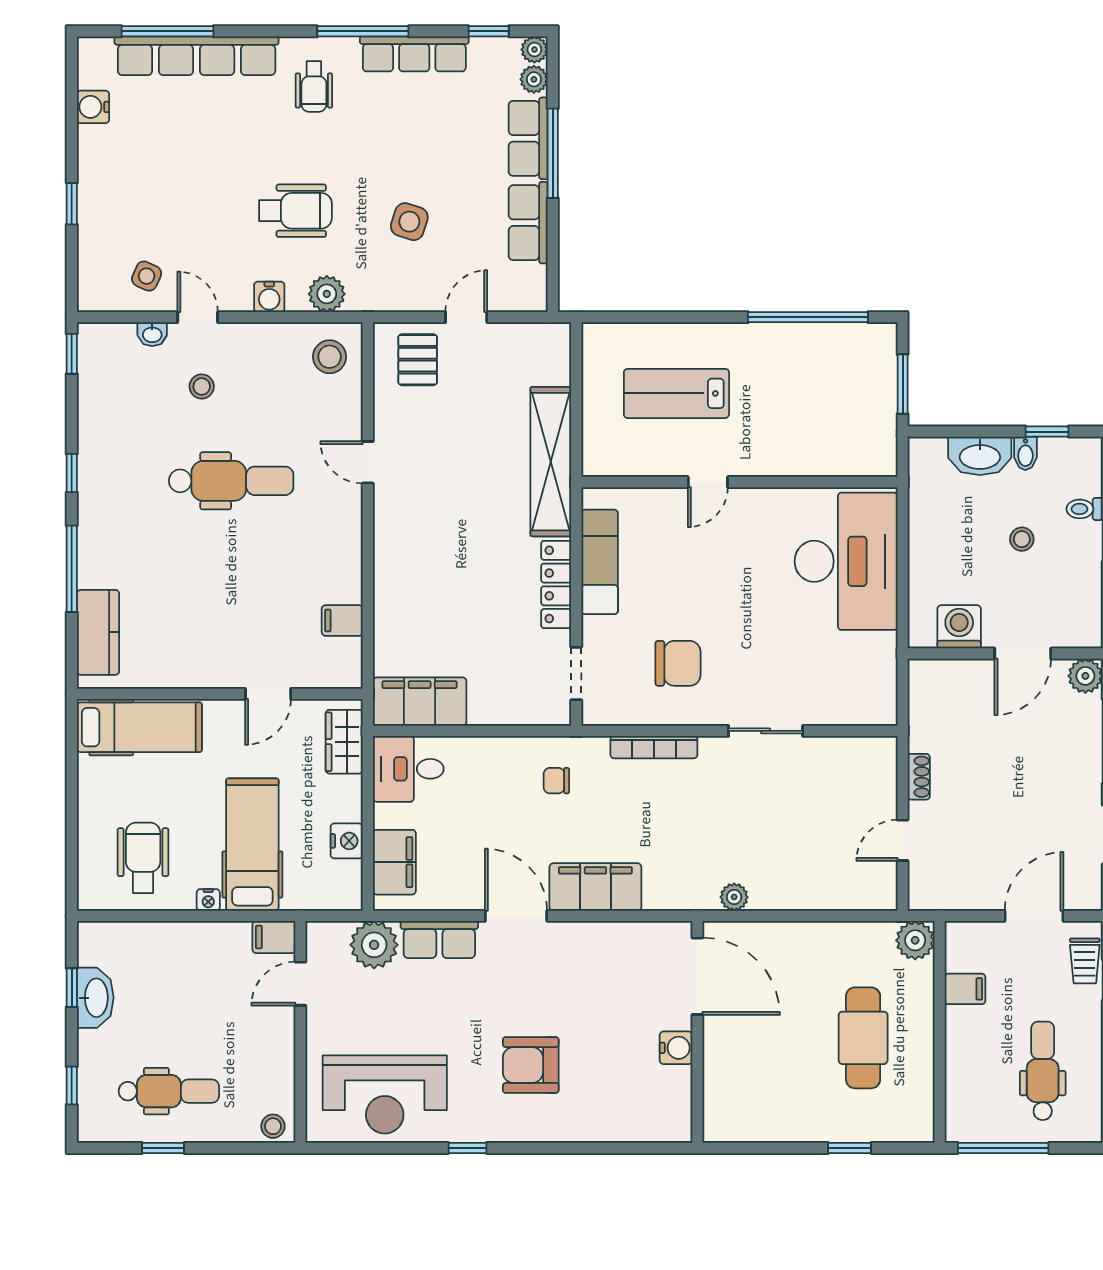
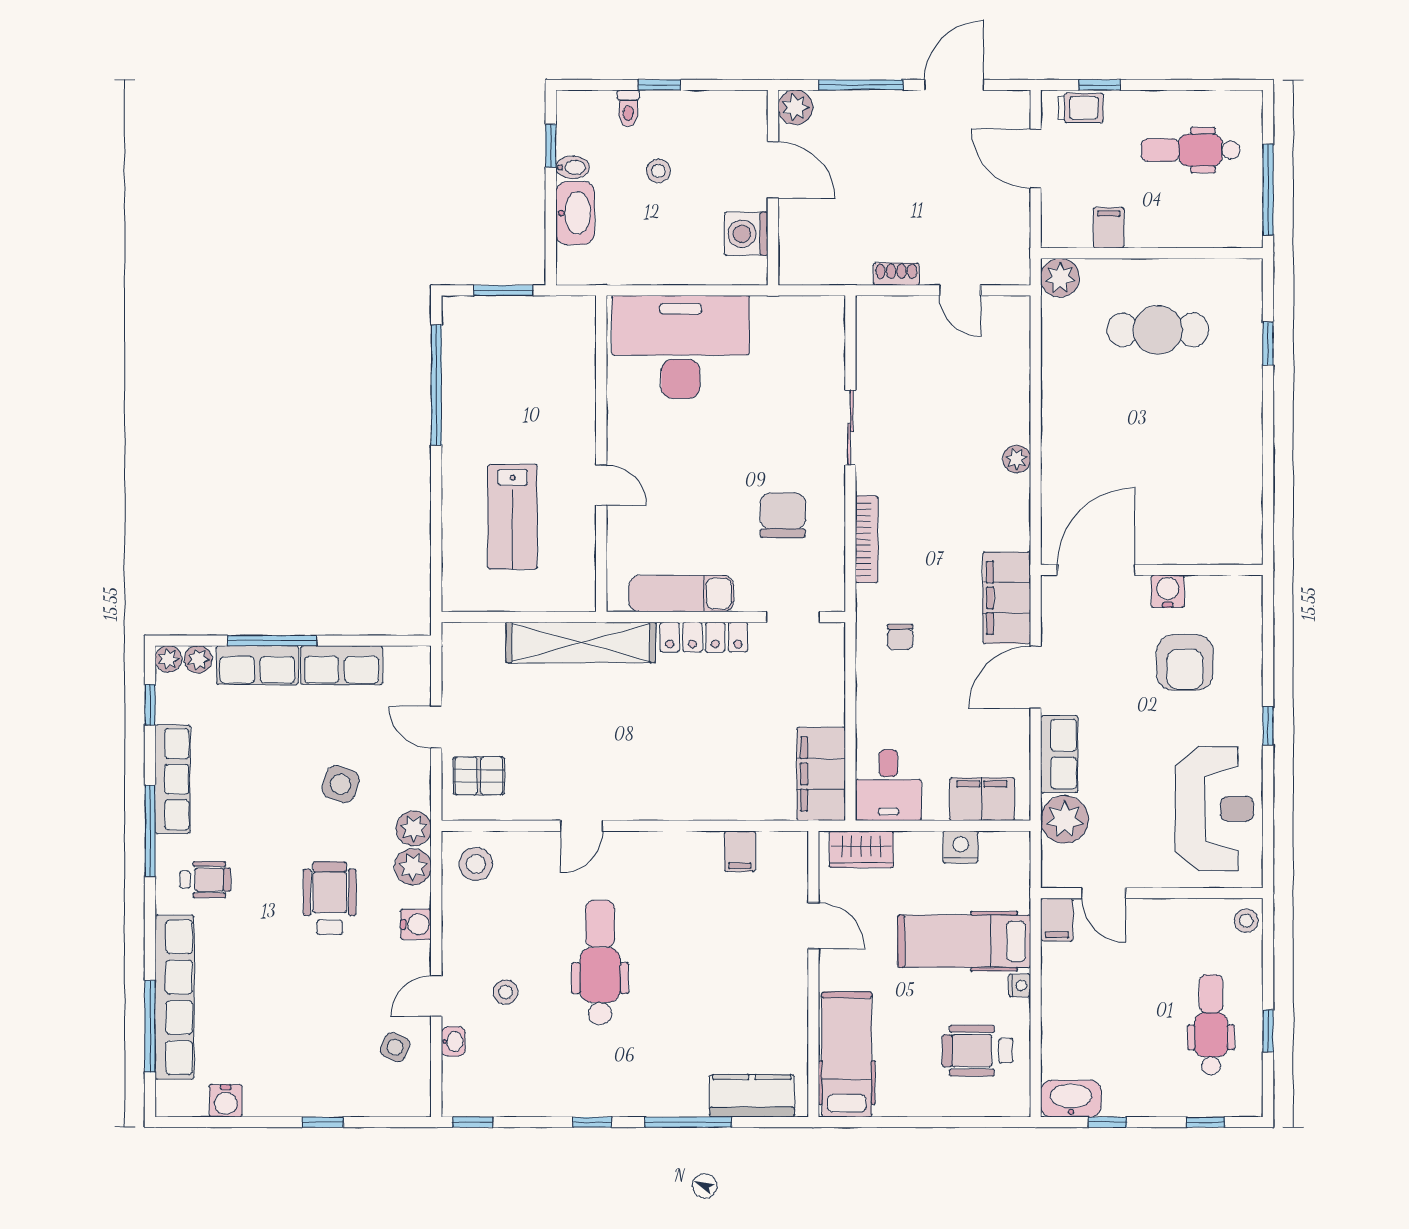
plant: (365, 295) -> (414, 828), added
door: (697, 976) -> (1096, 570), moved
washbasin: (95, 998) -> (1071, 1099), moved
wall: (697, 1032) -> (1152, 570), moved
water cooler: (676, 1048) -> (1168, 591), moved

